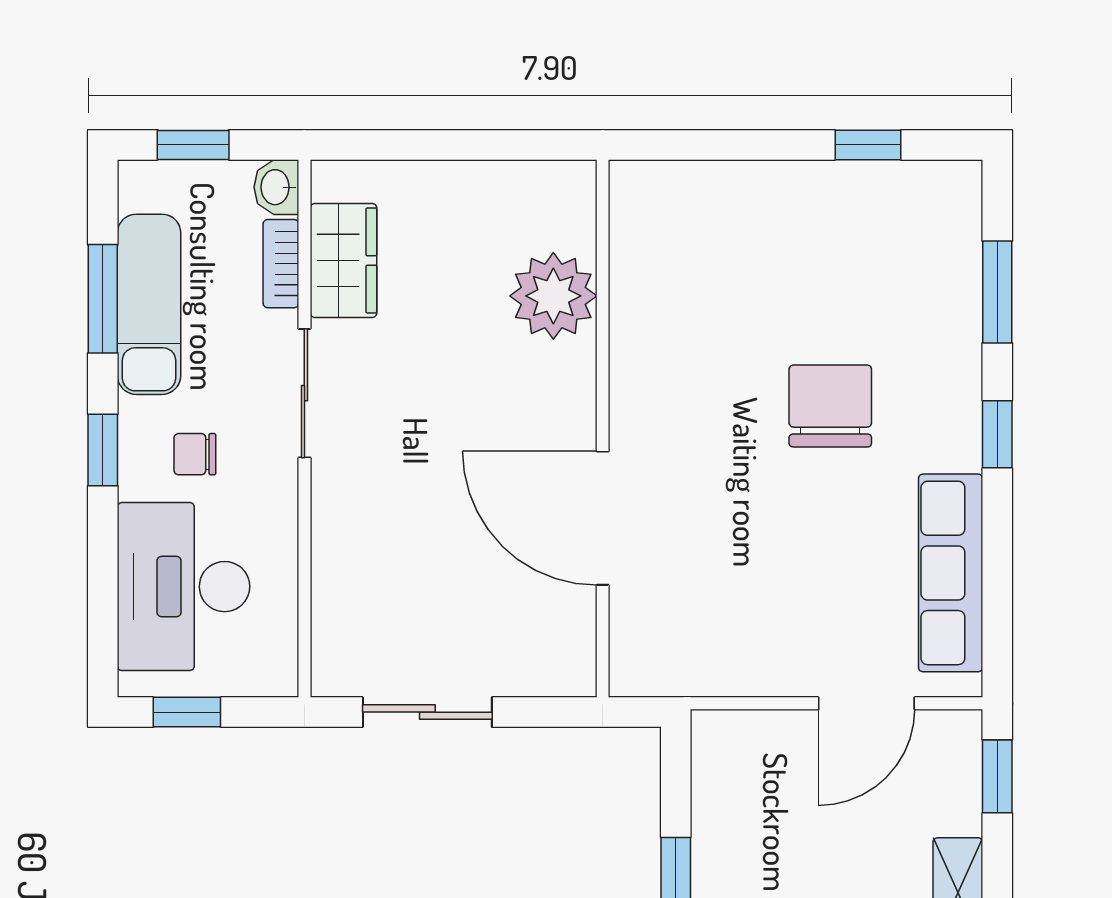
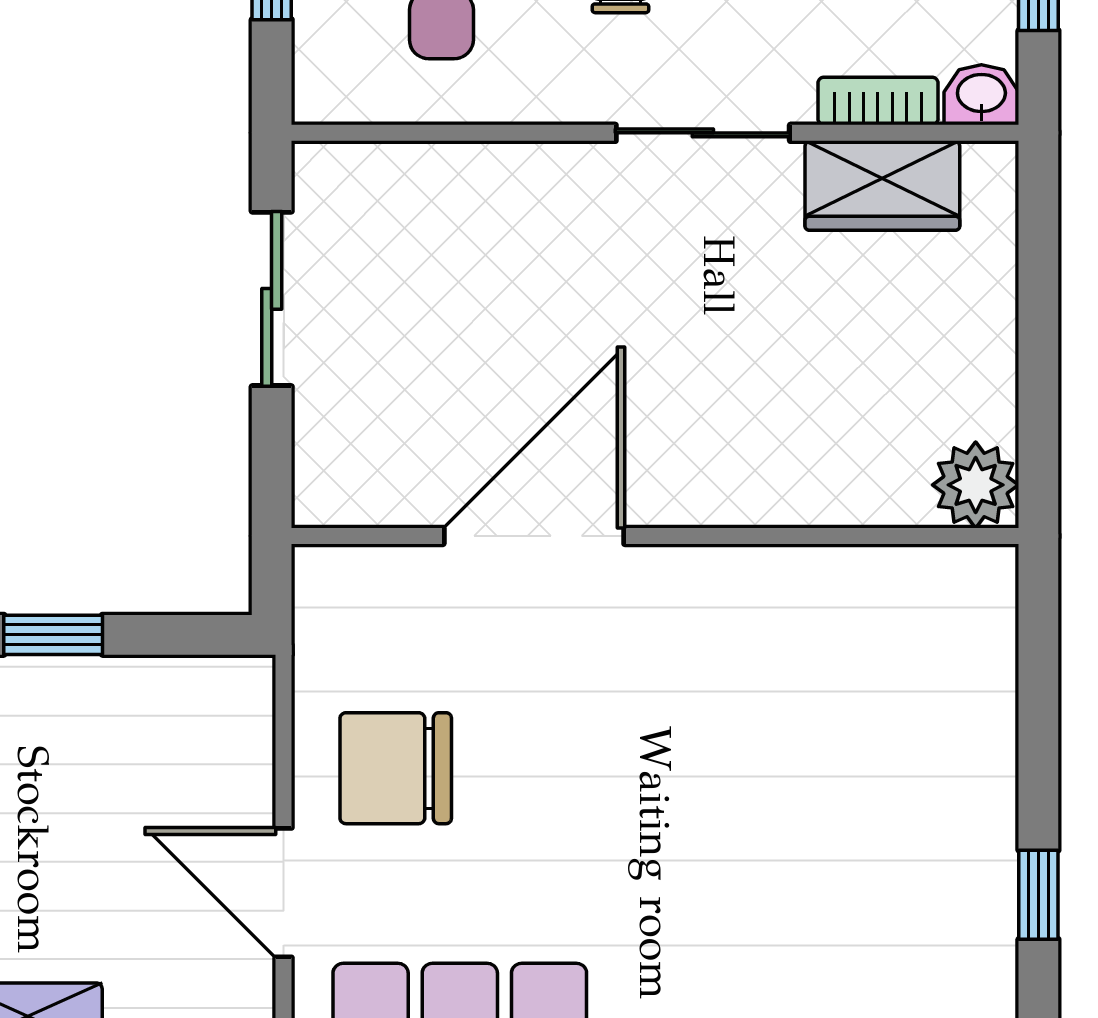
plant: (553, 296) -> (976, 485), moved, width x0.73, depth x0.73
chair: (830, 406) -> (396, 768), moved, turned 180

